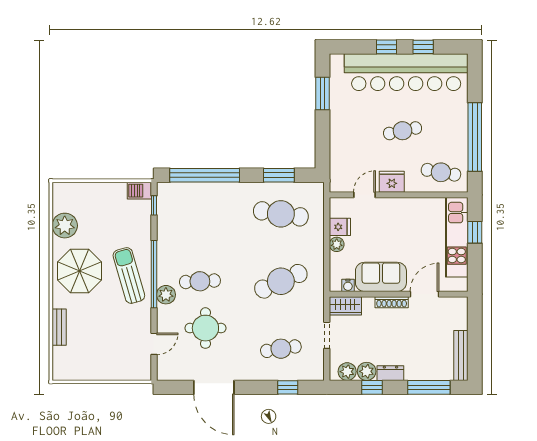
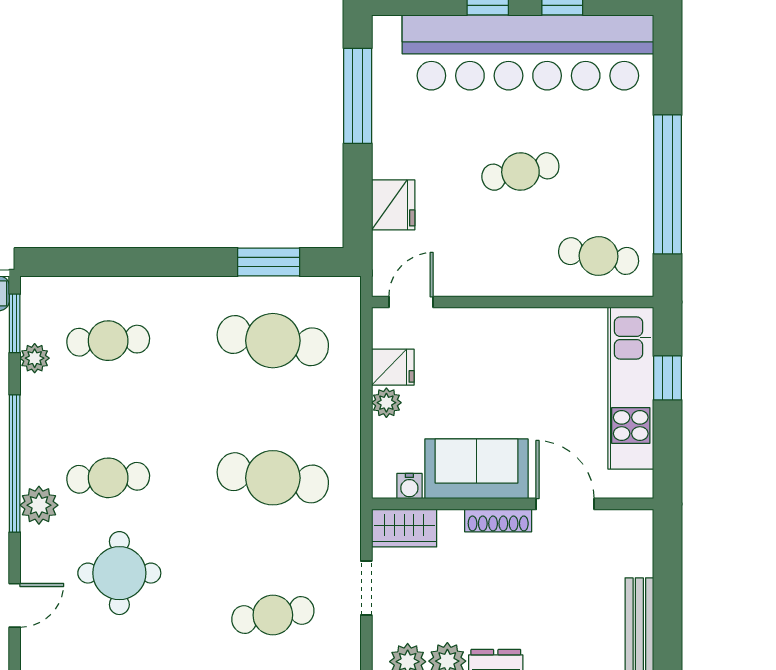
window: (323, 94) -> (358, 96), width x1.44
window: (205, 175) -> (118, 262), removed
fridge: (392, 182) -> (393, 205), moved, turned 90
door: (364, 195) -> (411, 302), moved
window: (154, 205) -> (15, 323), width x1.50
cafe table: (200, 214) -> (108, 341), added
plant: (164, 222) -> (35, 358), added
cafe table: (281, 281) -> (273, 478), turned 33
door: (424, 294) -> (565, 504), hinge flipped

